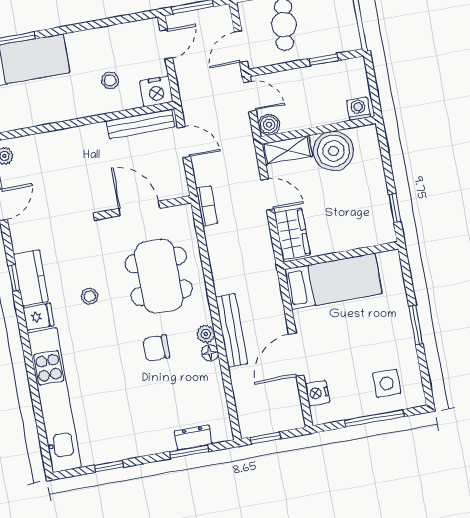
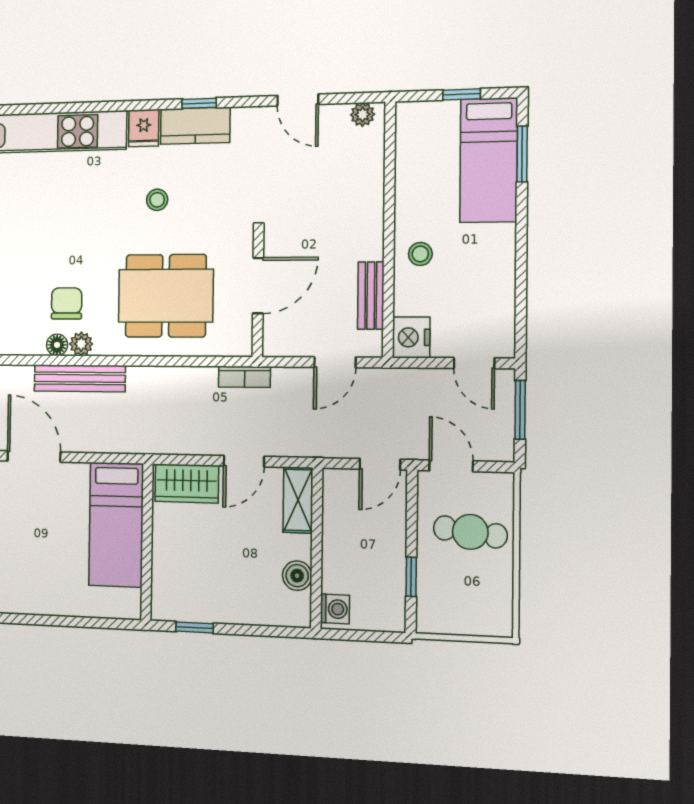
stool: (110, 80) -> (420, 254), moved
bench: (141, 124) -> (371, 296), width x0.73
boiler: (269, 125) -> (336, 483), removed
boiler: (333, 151) -> (297, 576), width x0.54, depth x0.54
window: (416, 325) -> (42, 620), removed
chair: (156, 348) -> (67, 303), moved

